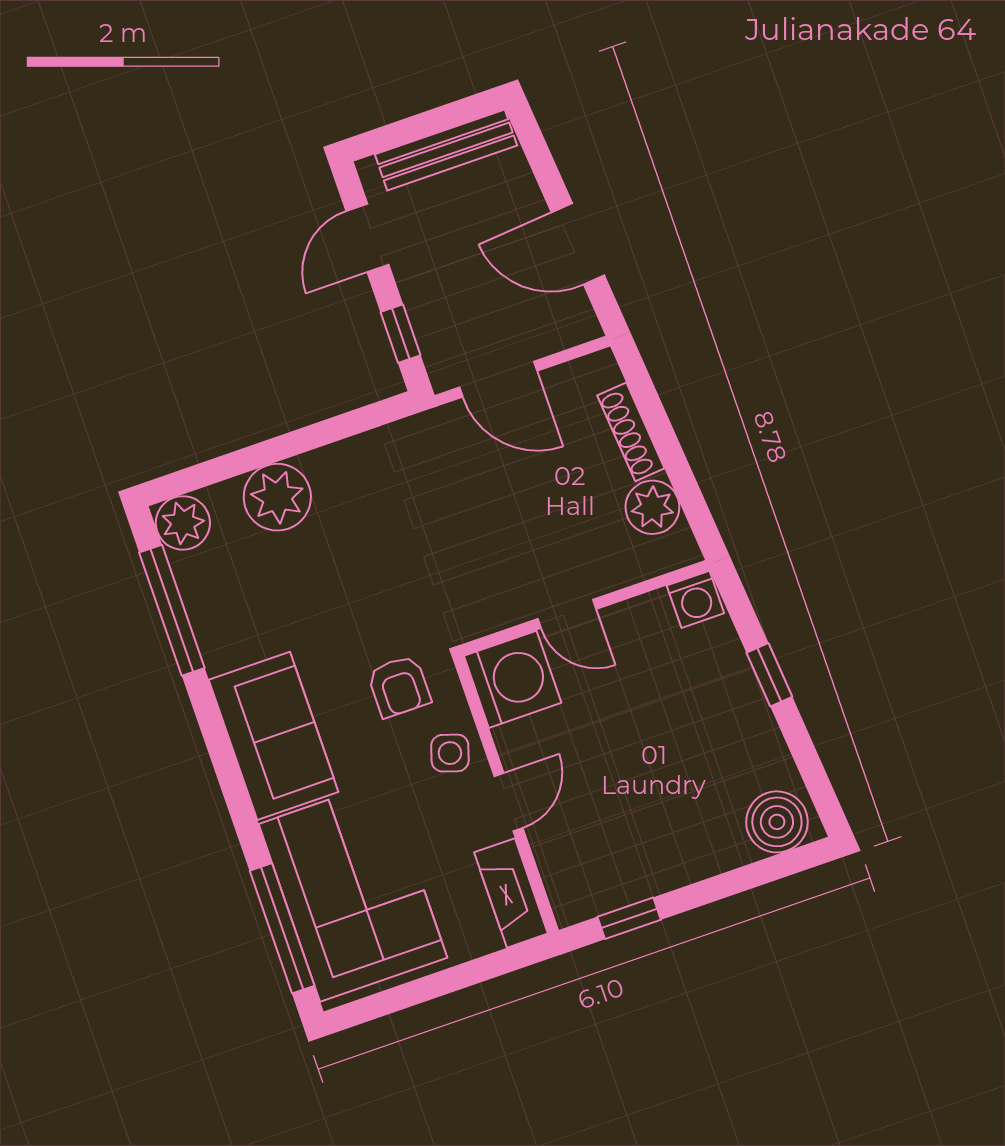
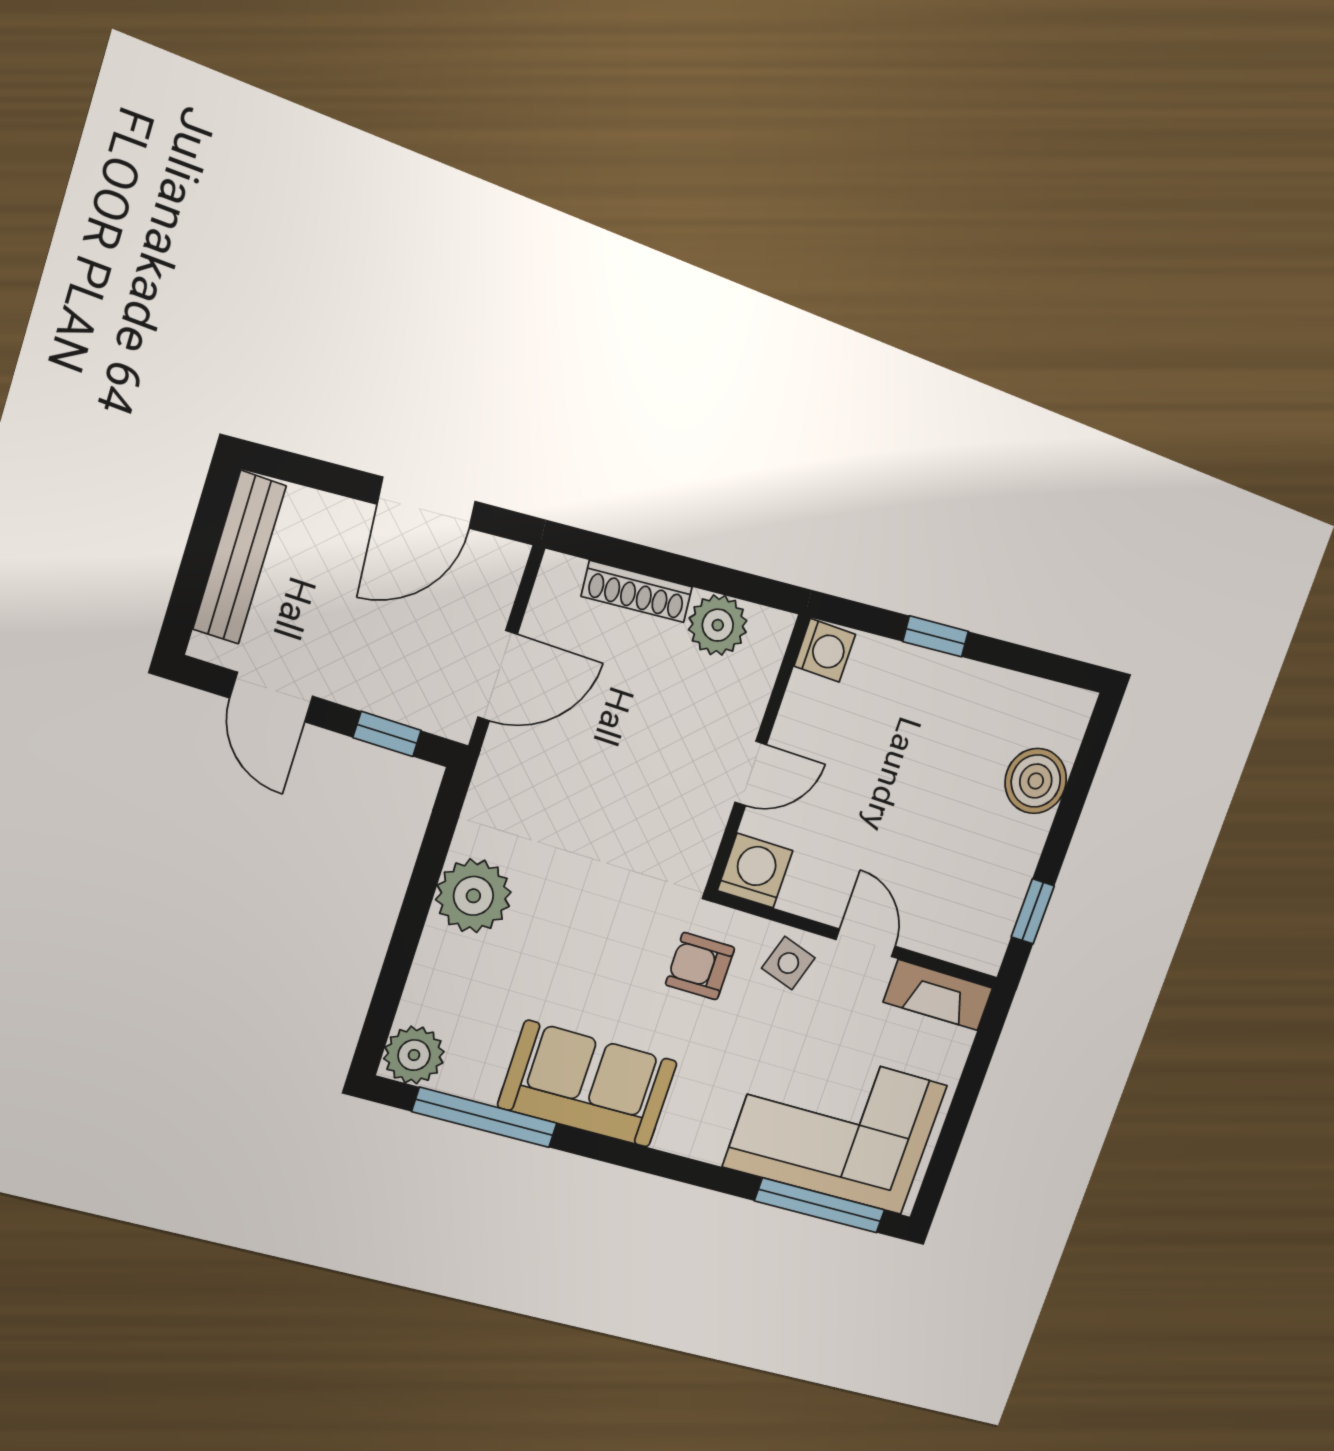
plant: (277, 497) -> (473, 896), moved
washing machine: (513, 679) -> (755, 871), width x0.73, depth x0.73
armchair: (399, 686) -> (700, 966), turned 180
sofa: (274, 736) -> (588, 1084), moved
boiler: (777, 822) -> (1036, 781), moved

